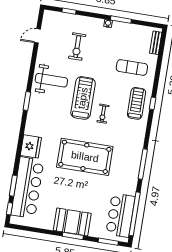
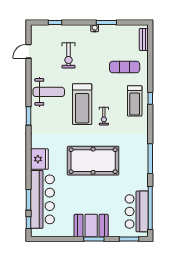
treadmill: (83, 98) -> (82, 104), turned 180
treadmill: (136, 103) -> (135, 101), turned 180

